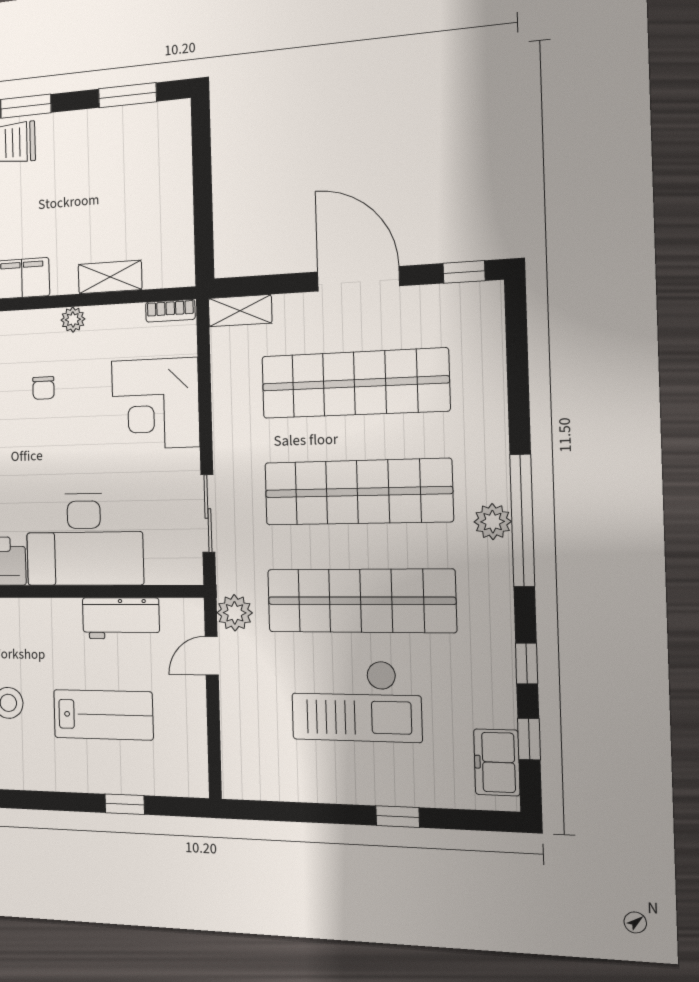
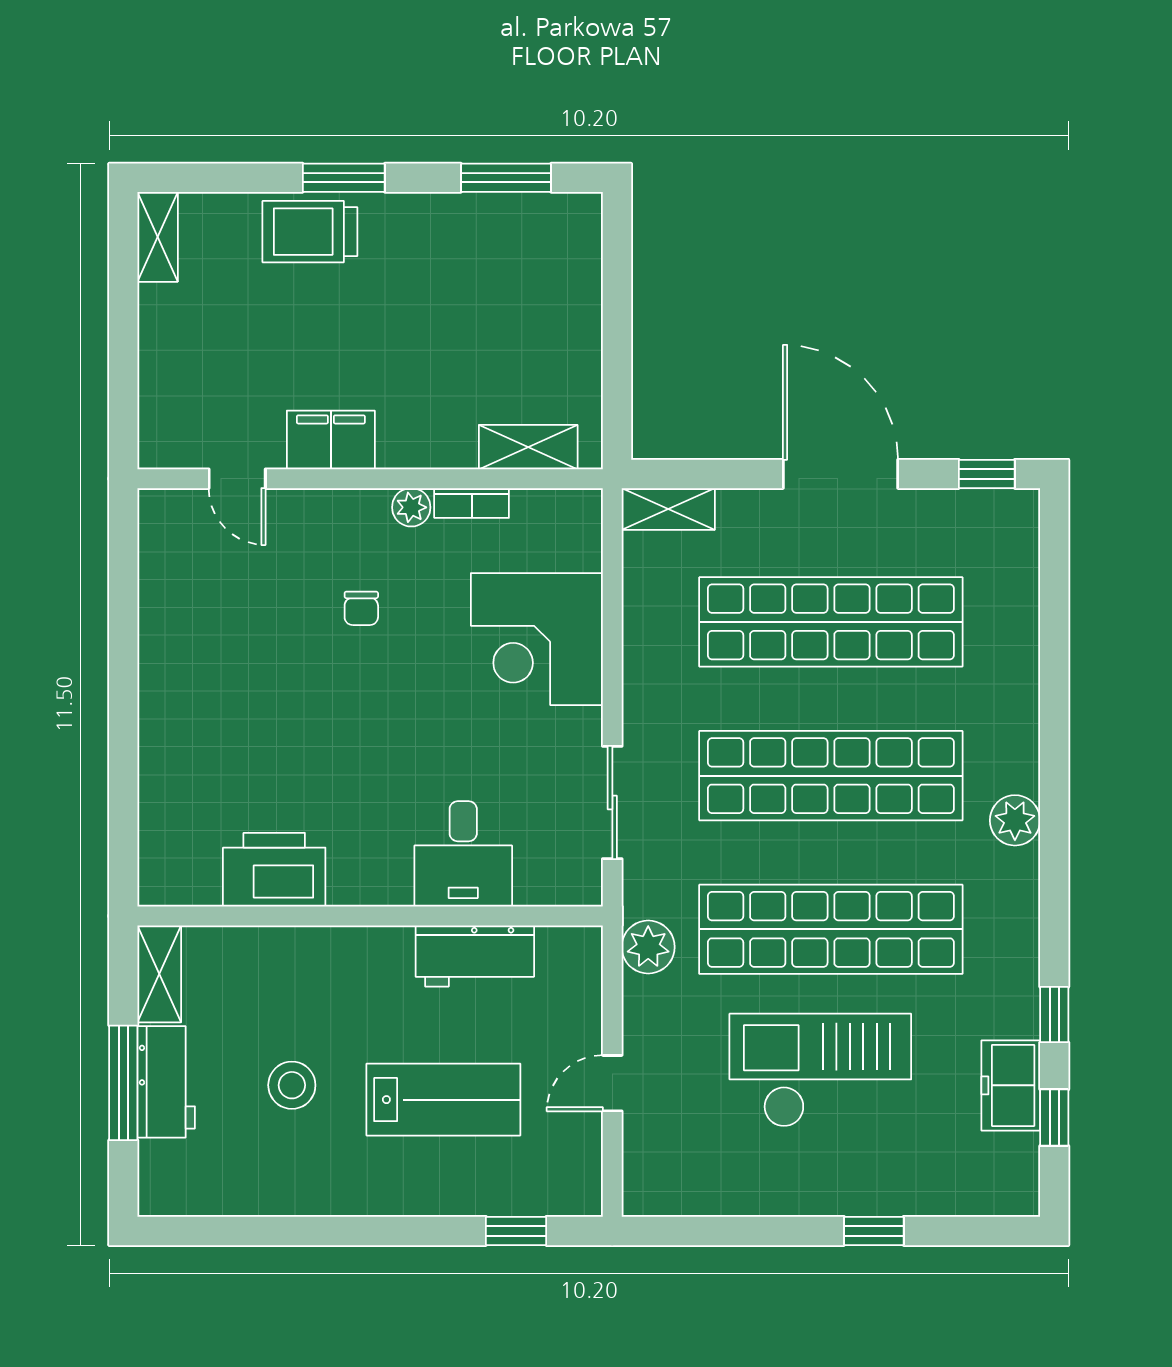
shelving: (110, 277) -> (528, 447), moved
bookcase: (170, 311) -> (472, 503), moved
window: (522, 520) -> (1054, 819), removed
desk: (84, 539) -> (463, 854), width x0.53, depth x0.77
door: (212, 656) -> (612, 1083), moved
checkout: (356, 701) -> (820, 1070), turned 180
freezer: (497, 762) -> (1011, 1085), moved
window: (125, 804) -> (516, 1231), moved

